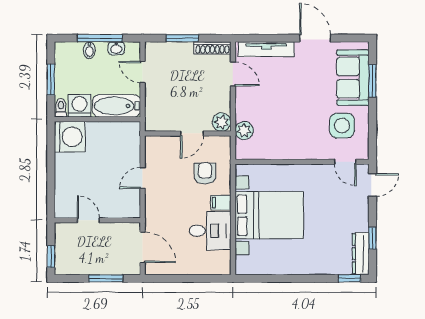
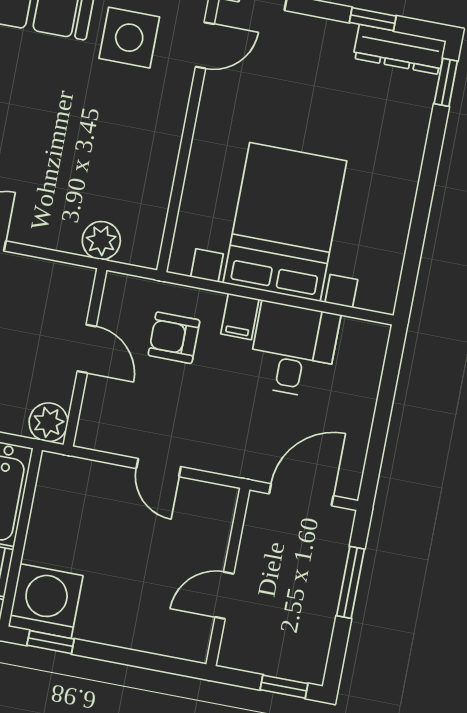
plant: (222, 122) -> (48, 422), moved
window: (51, 143) -> (51, 642), added

